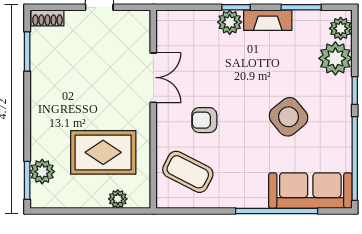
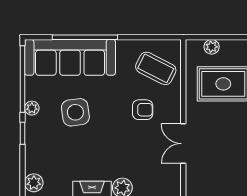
plant: (335, 58) -> (32, 108), moved, width x0.53, depth x0.53
side table: (289, 117) -> (75, 112), turned 31
sofa: (310, 191) -> (70, 57), width x1.36, depth x1.27

